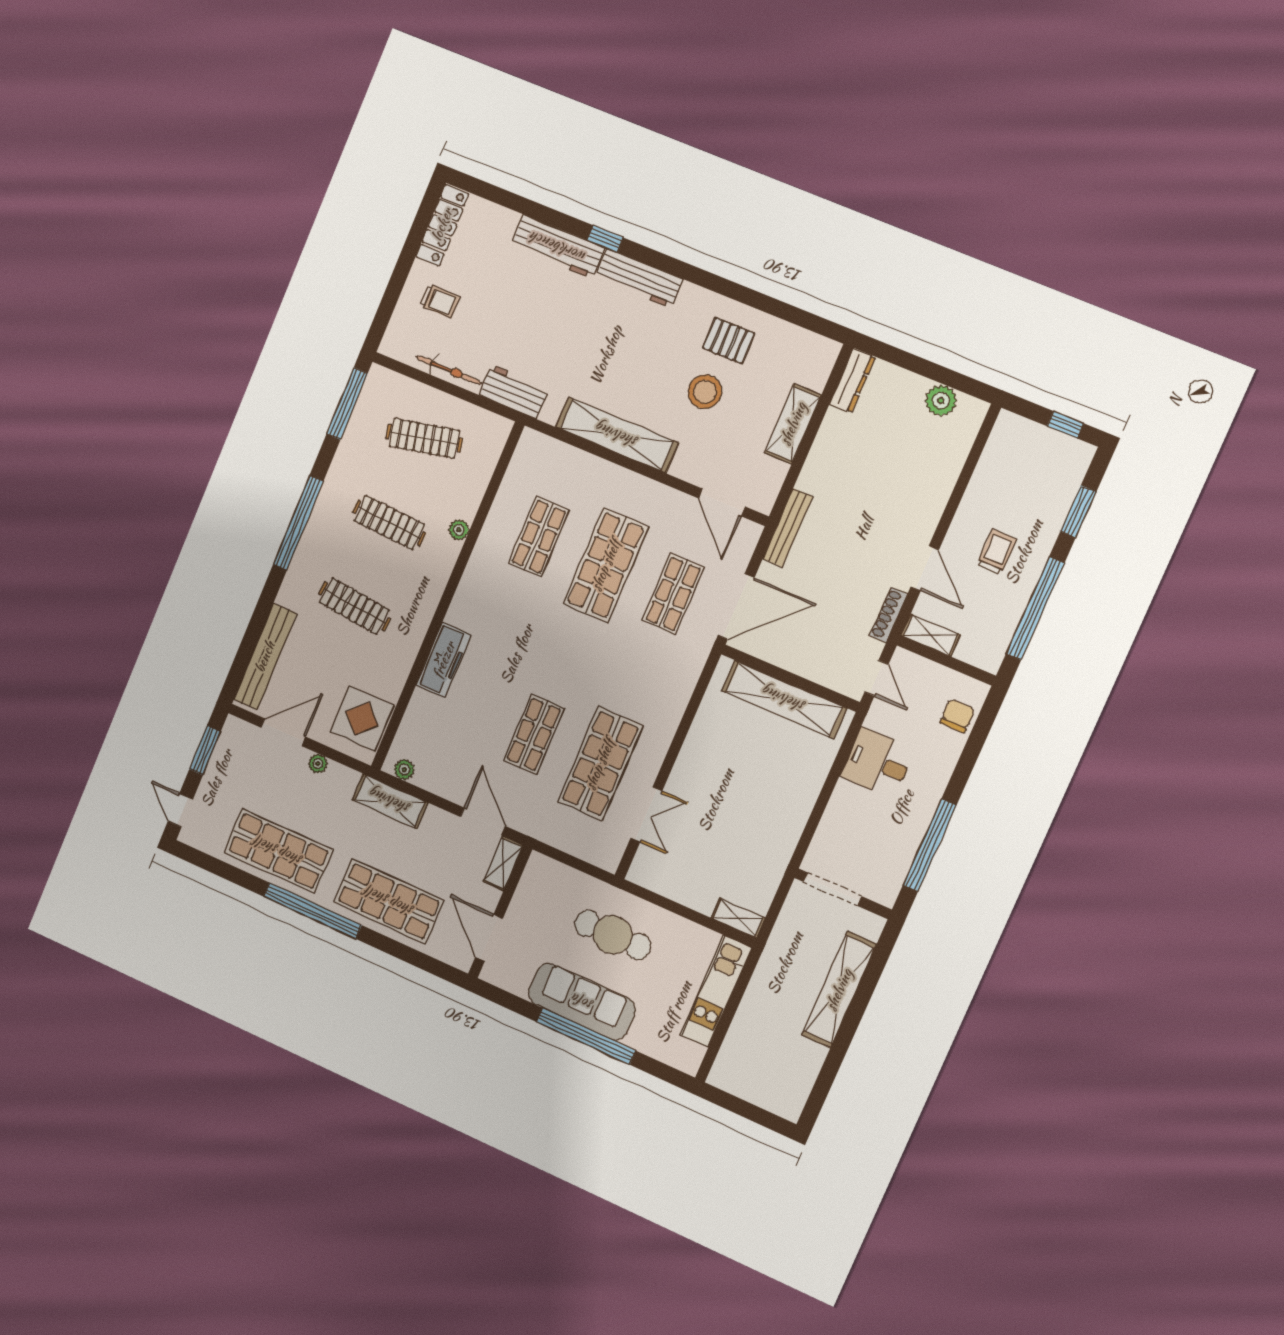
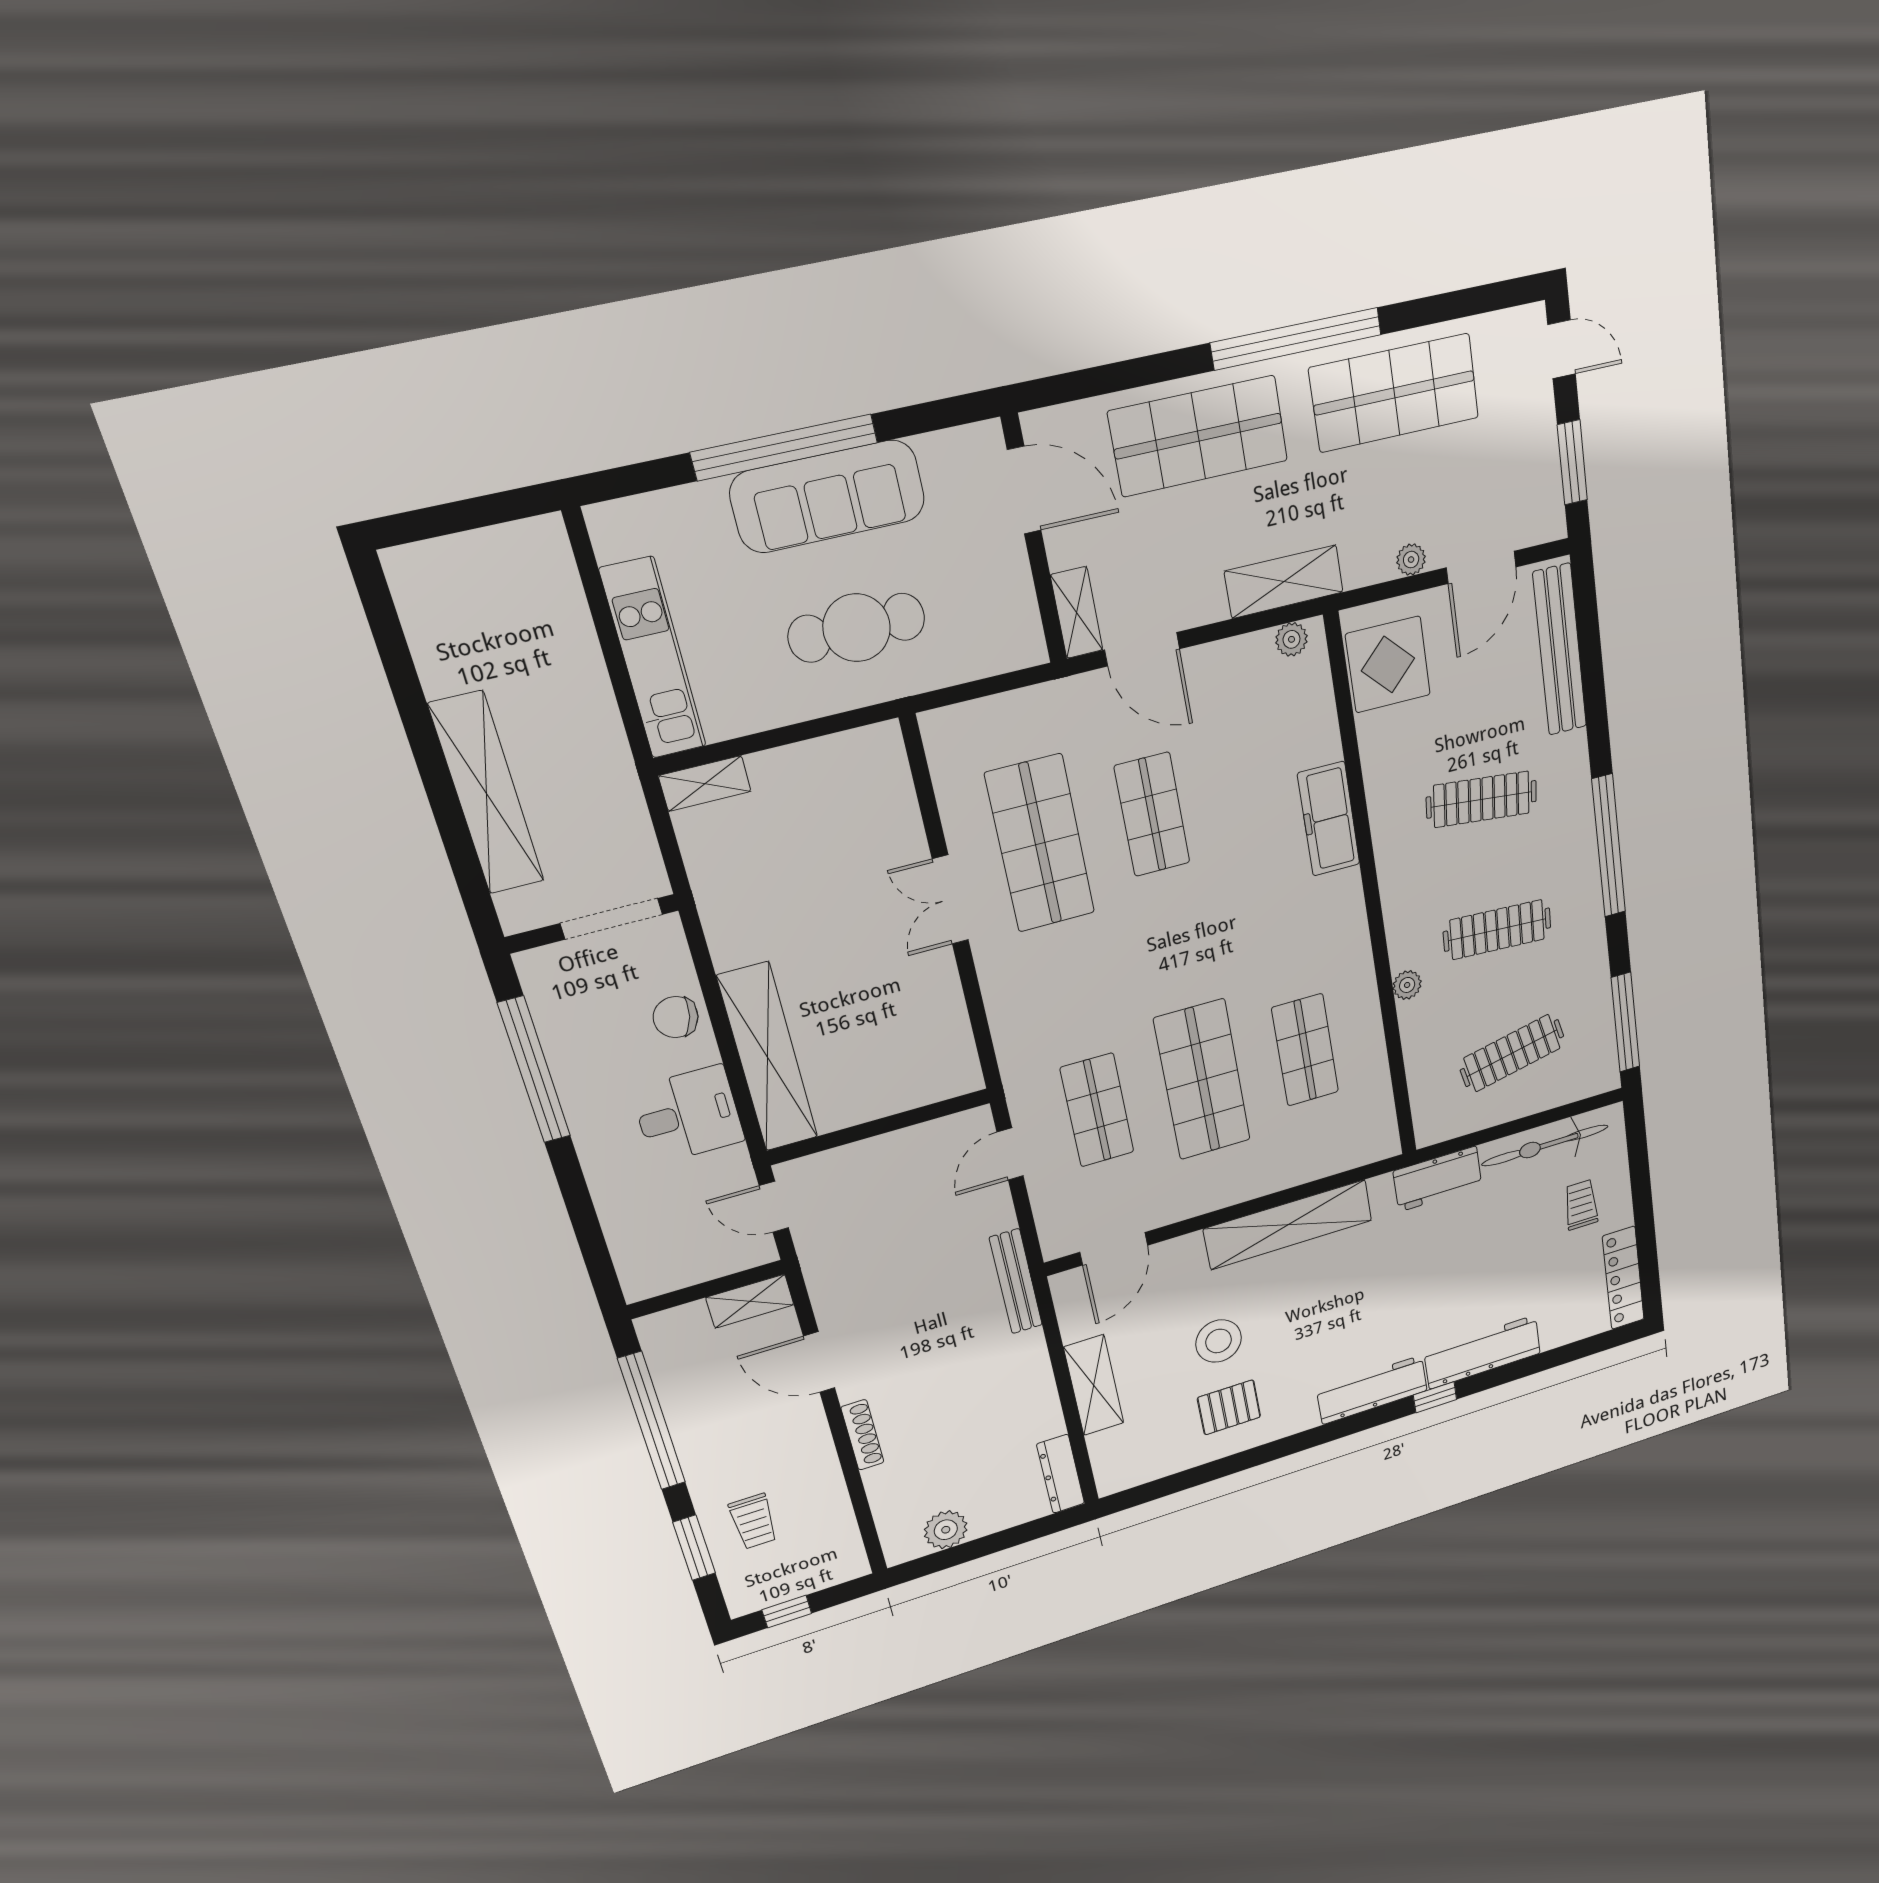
trolley: (440, 301) -> (1581, 1205), turned 90
bicycle: (449, 370) -> (1545, 1145), width x1.37, depth x1.40
door: (722, 502) -> (1114, 1249), swing flipped
trolley: (997, 552) -> (753, 1521), moved
door: (736, 607) -> (1010, 1154), width x0.53
shoe rack: (889, 615) -> (862, 1435), moved
shelving: (784, 699) -> (768, 1057), moved, turned 90
chair: (957, 716) -> (676, 1017), moved, turned 104
double door: (646, 815) -> (950, 900), moved

